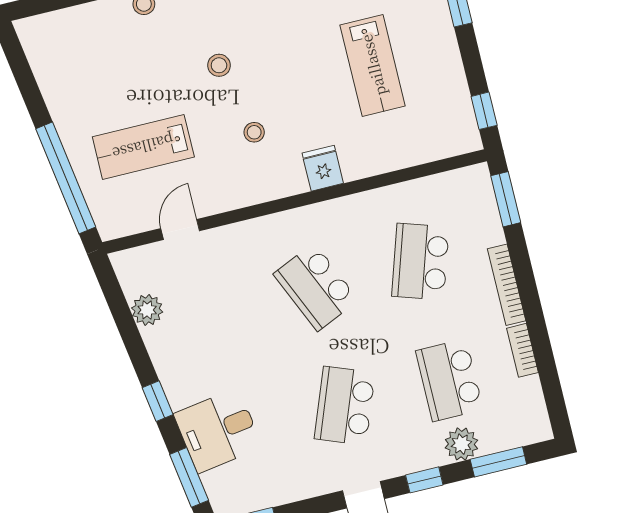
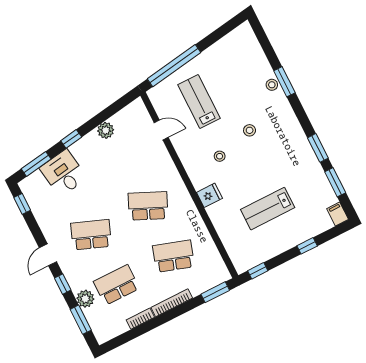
school desk: (316, 287) -> (148, 206), turned 48
plant: (147, 310) -> (106, 130), moved

